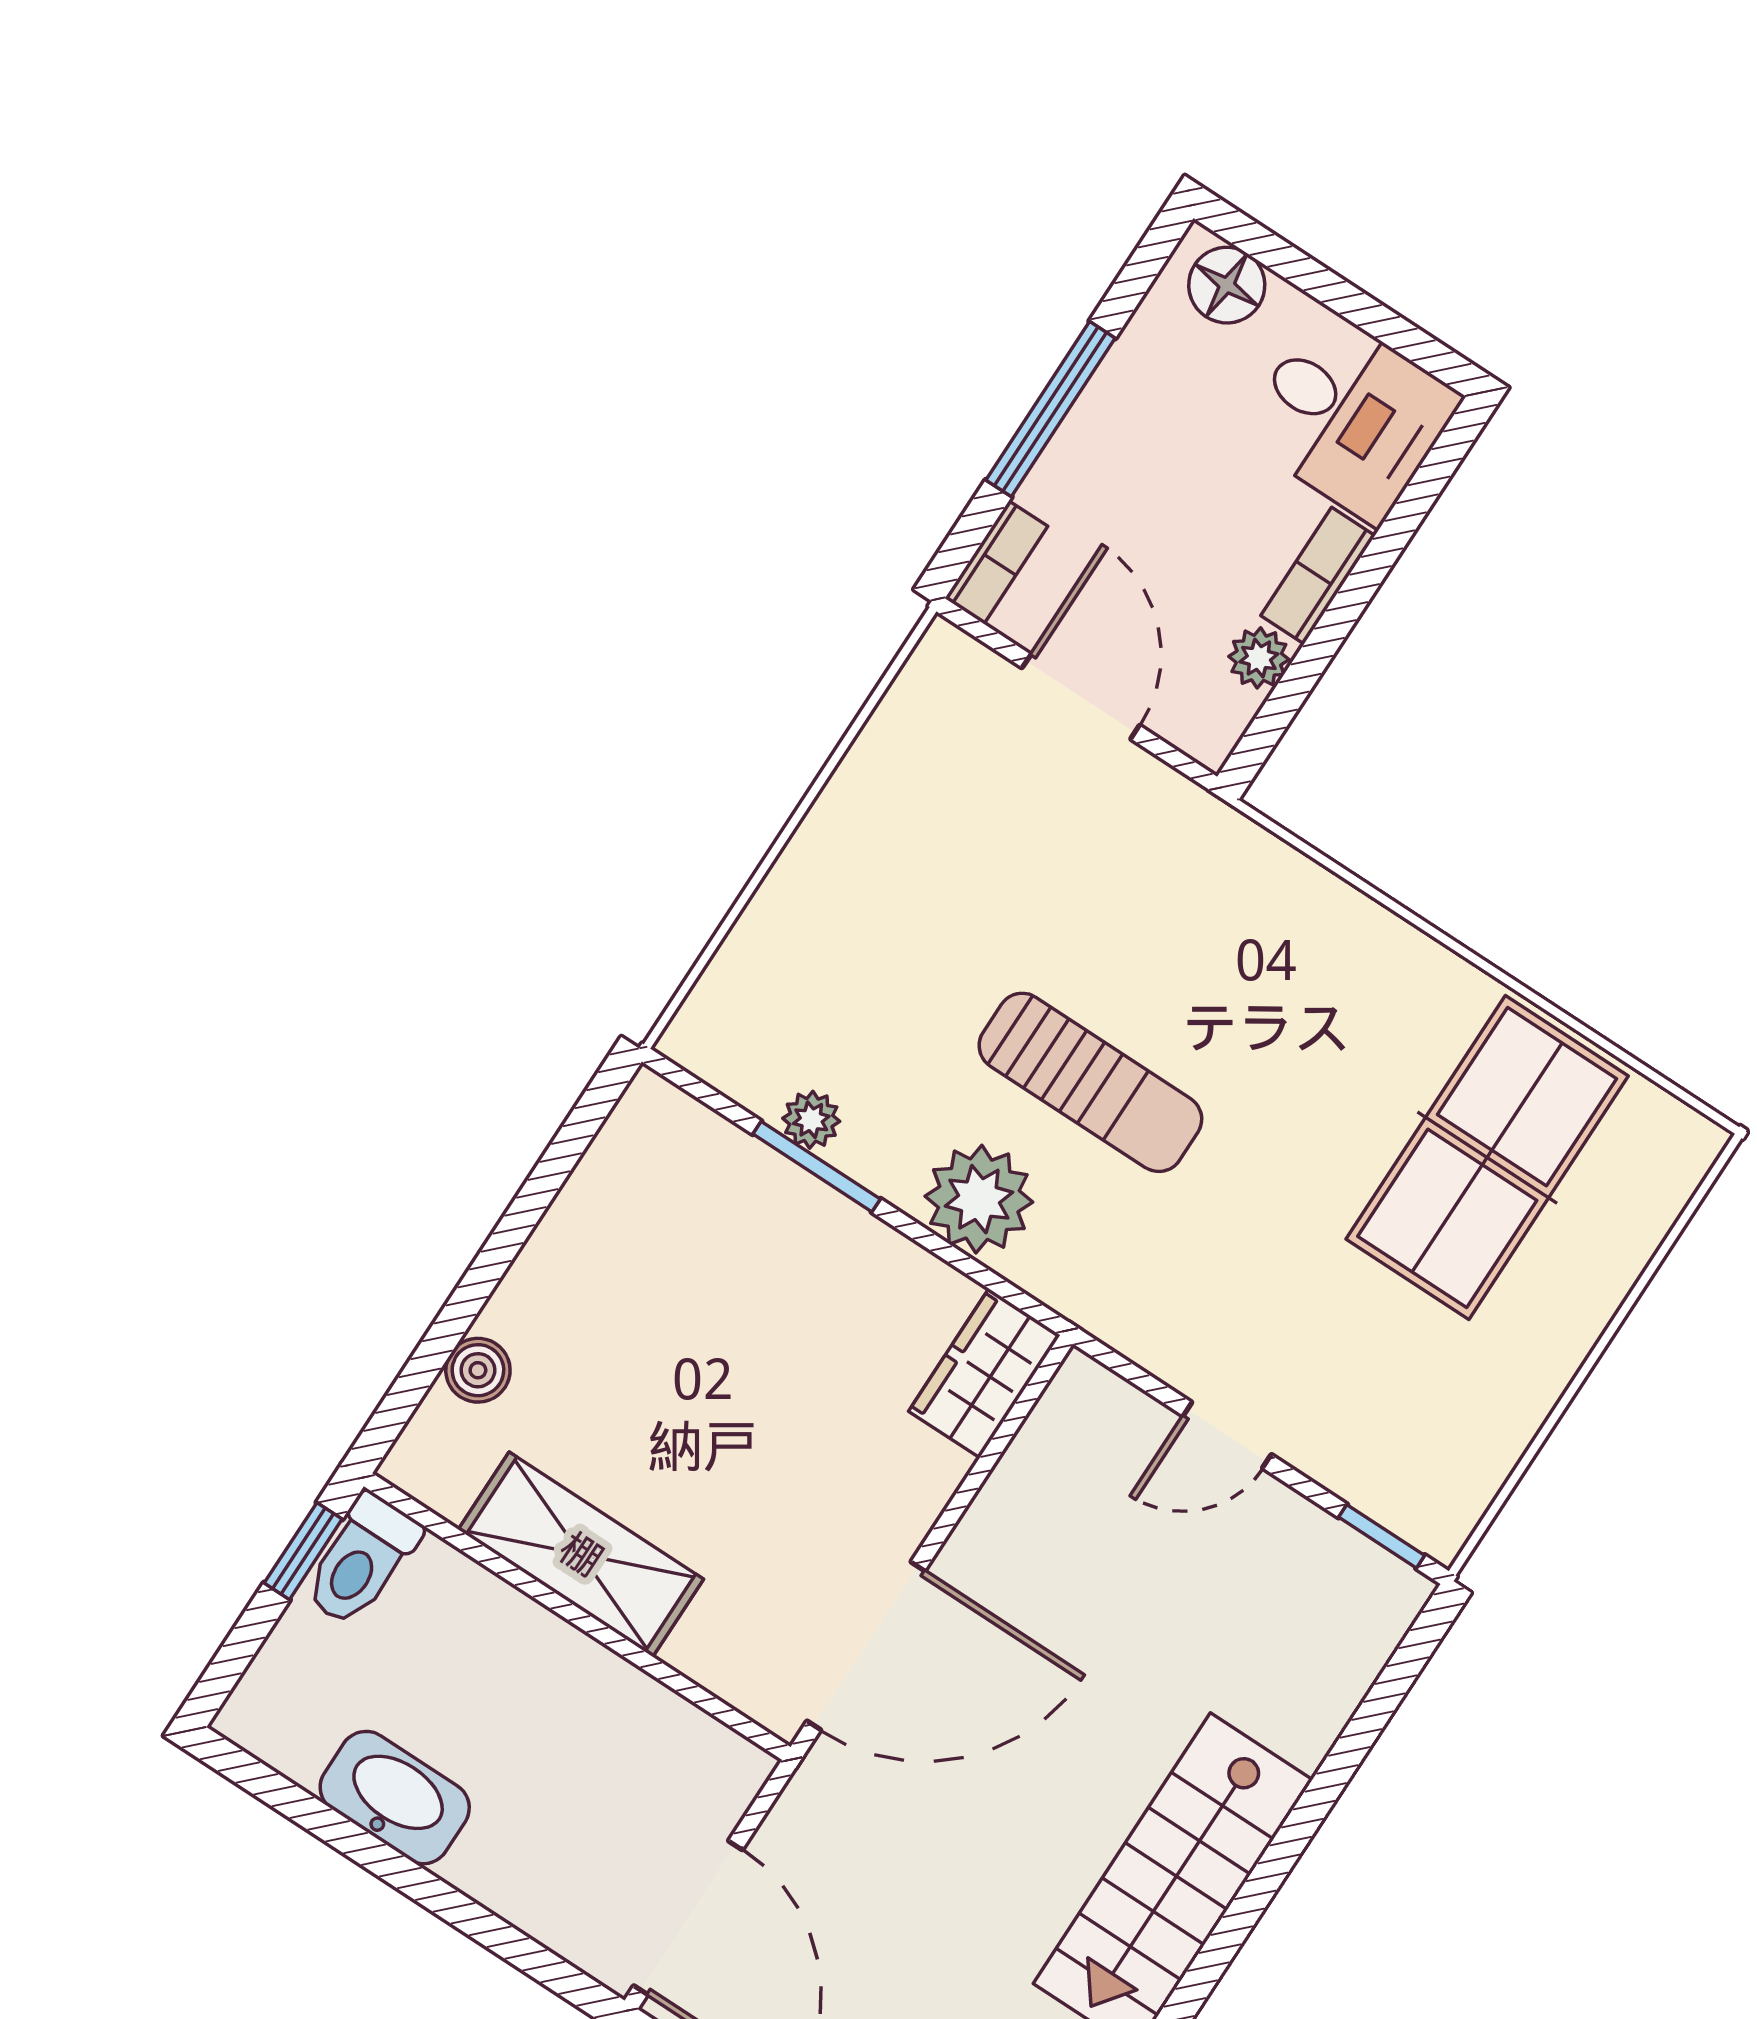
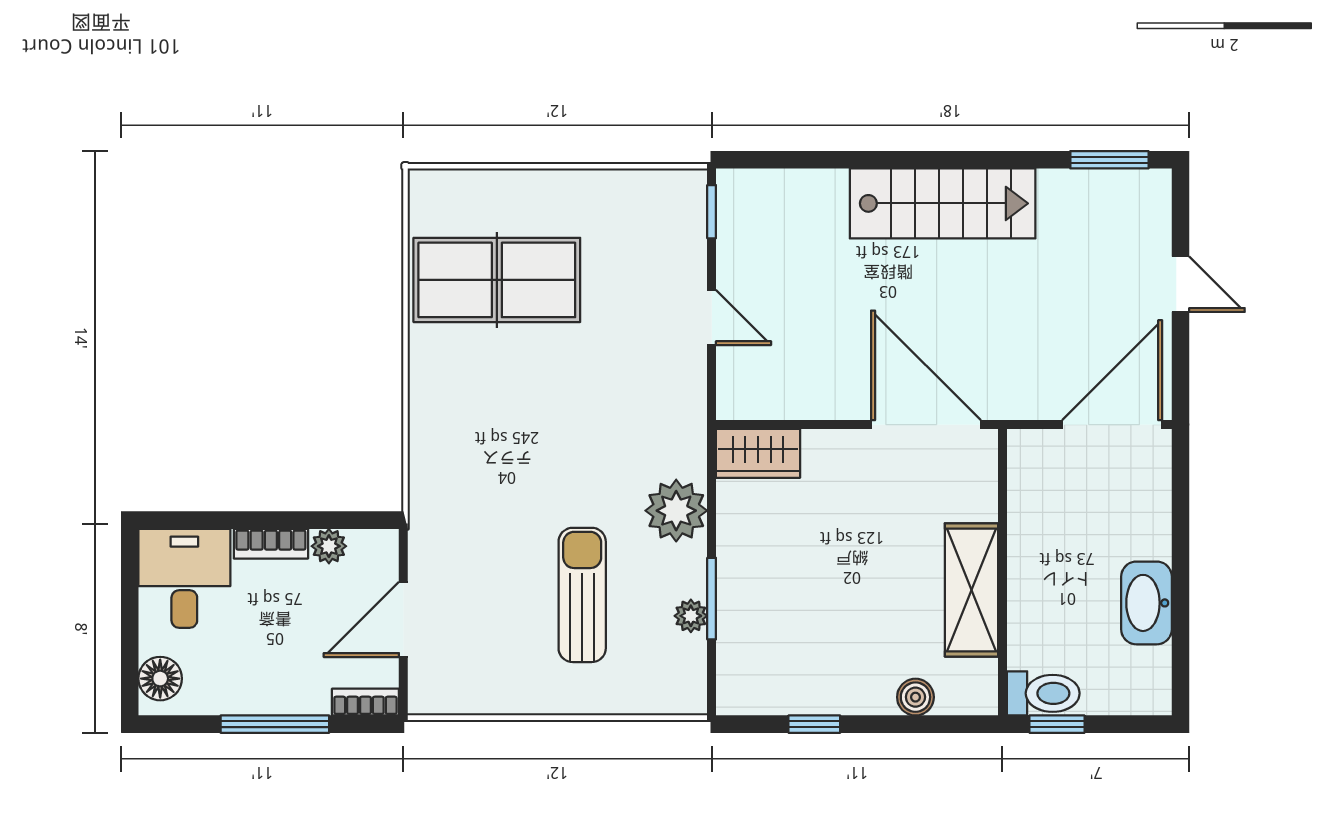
sun lounger: (1090, 1082) -> (582, 595), moved
window: (535, 1197) -> (814, 724), added

